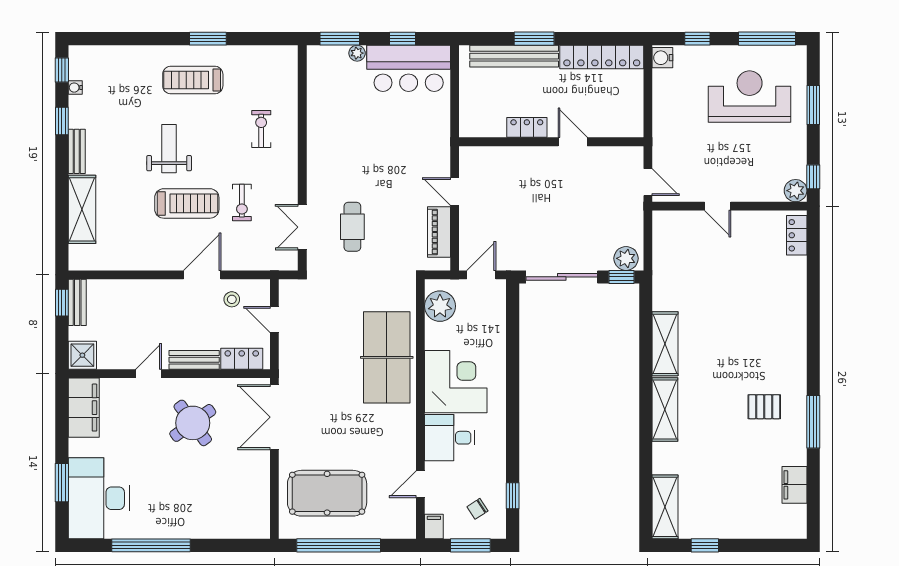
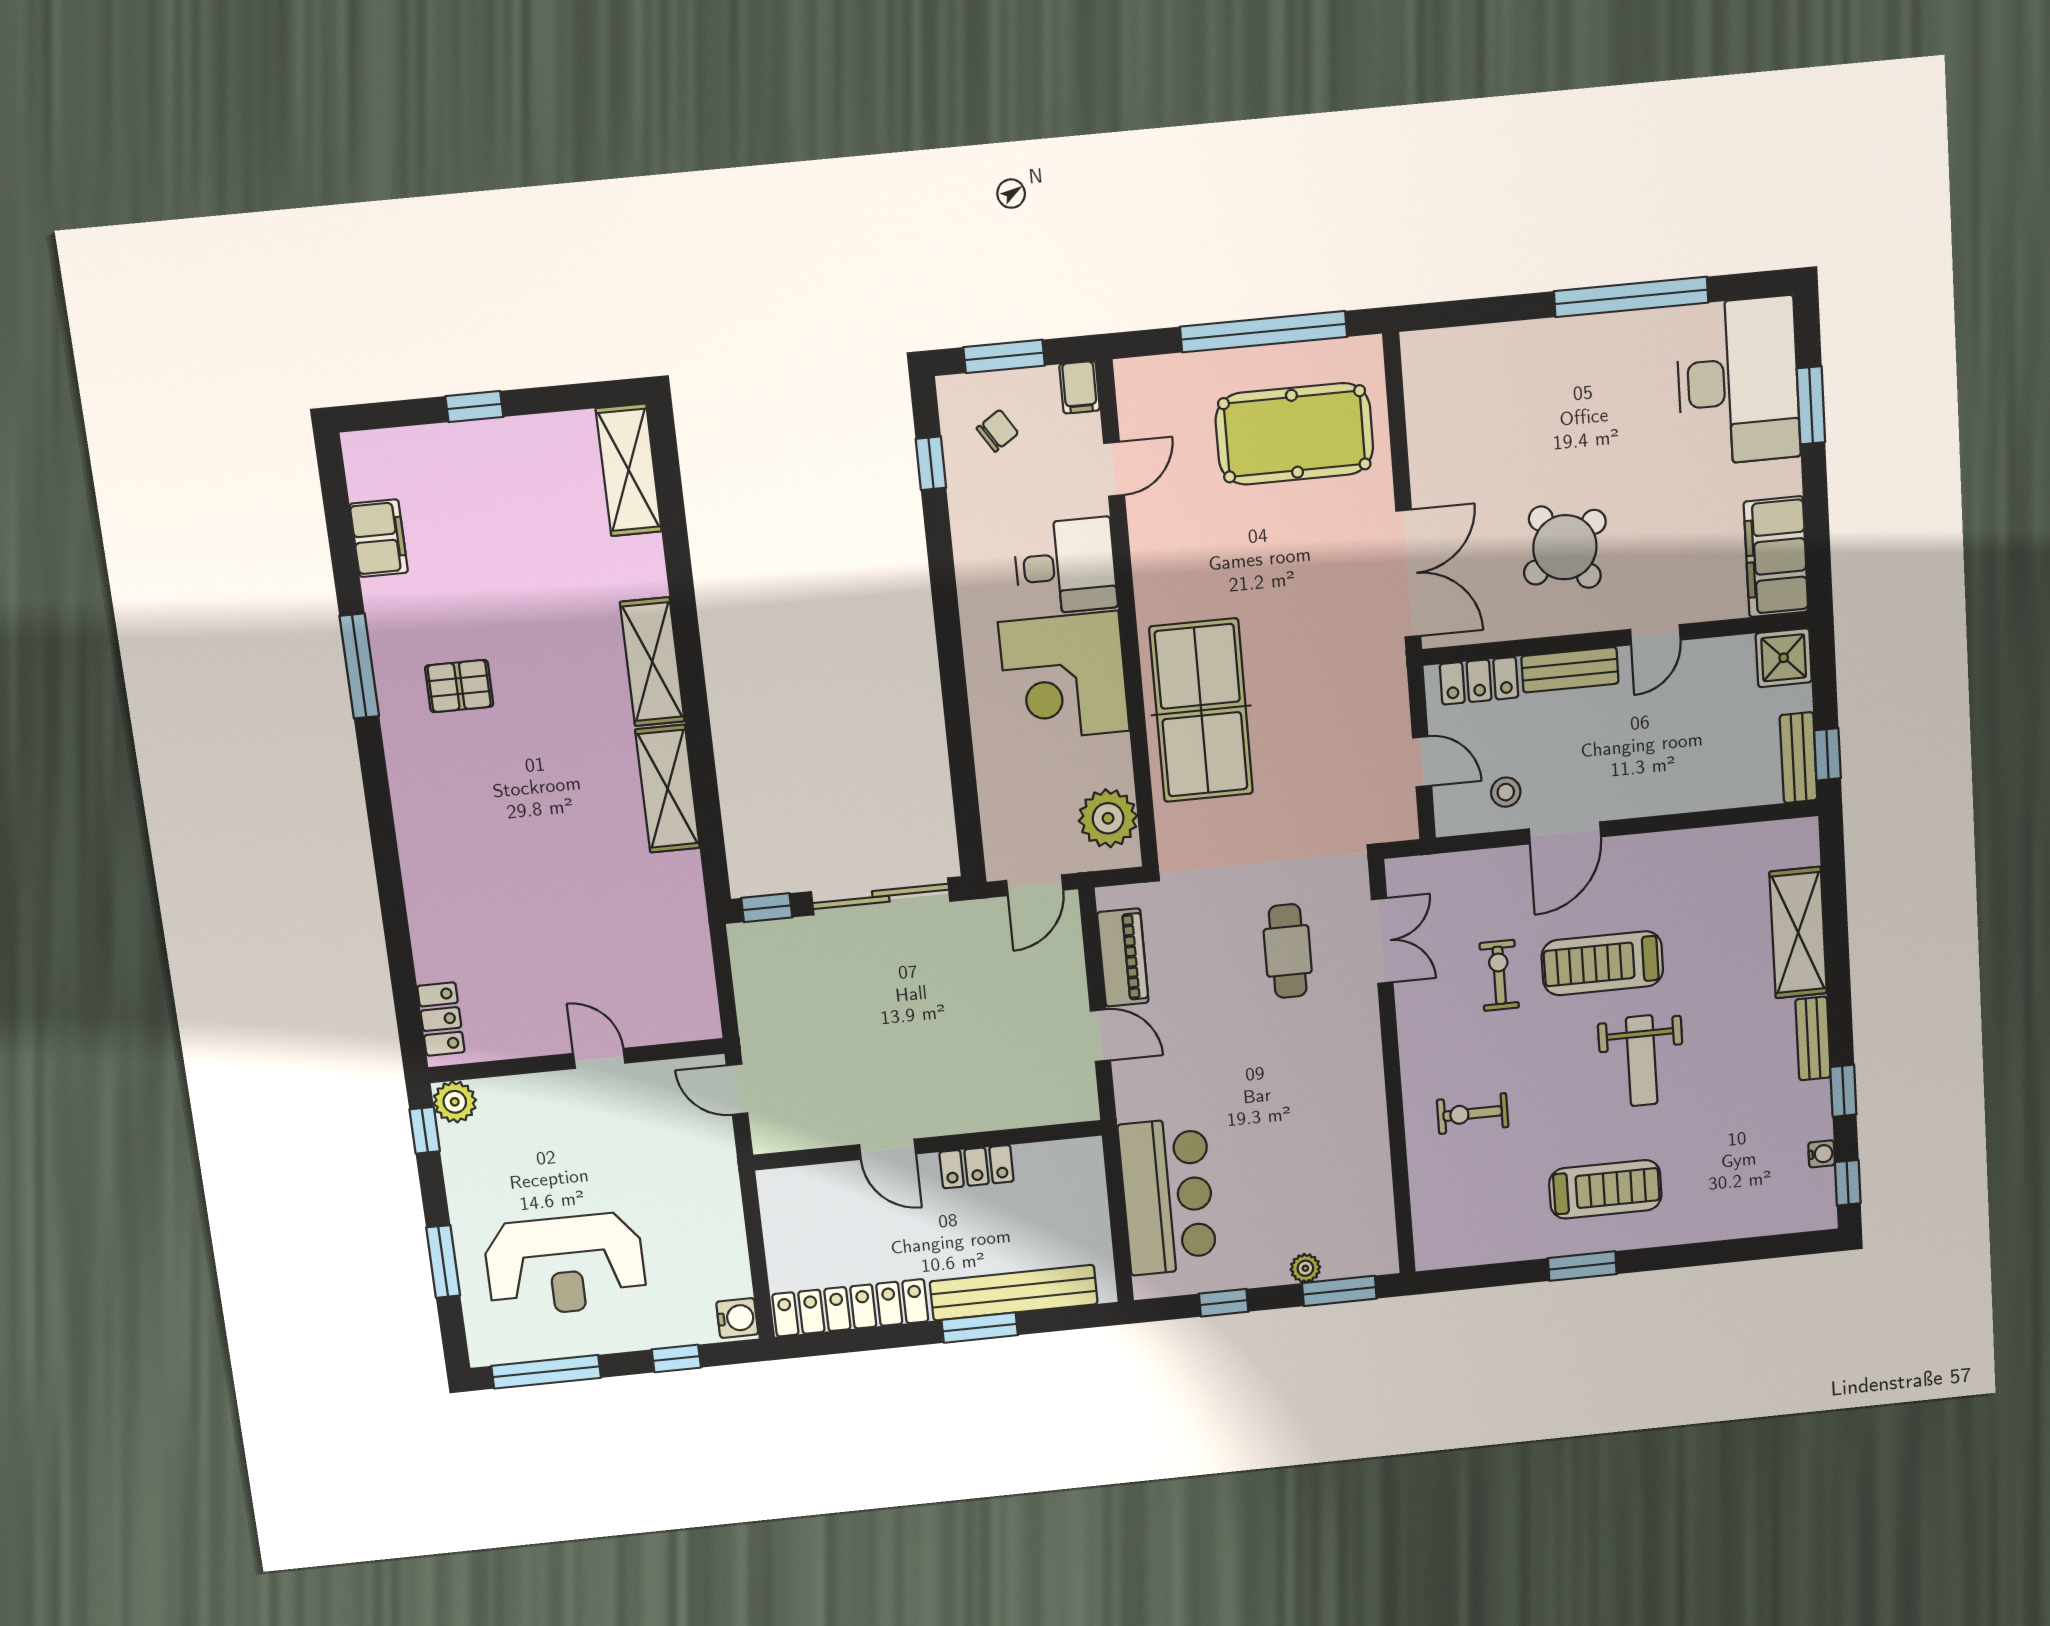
bar counter: (409, 68) -> (1168, 1196), moved, turned 90
exercise bike: (261, 129) -> (1473, 1113), turned 90
plant: (626, 258) -> (762, 943), removed
window: (705, 545) -> (474, 407), moved

